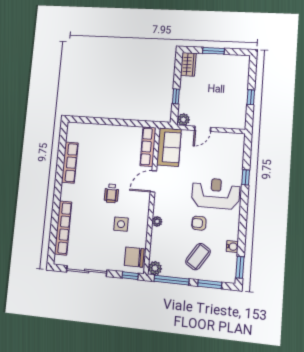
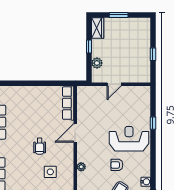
window: (176, 96) -> (89, 46), moved
plant: (183, 120) -> (97, 63), moved
sofa: (169, 147) -> (86, 102), removed

